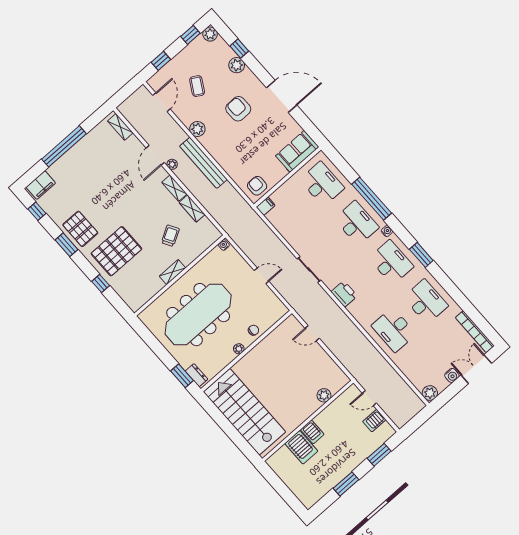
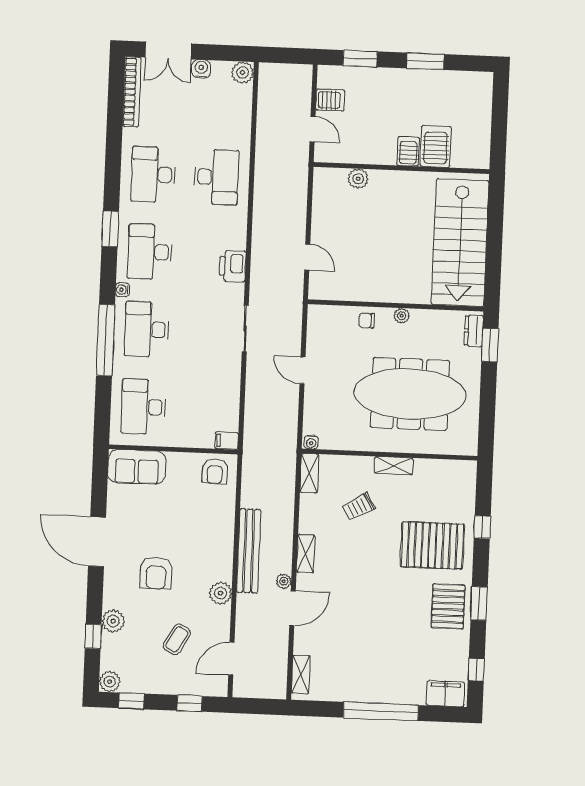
shelving: (192, 209) -> (309, 473), moved

